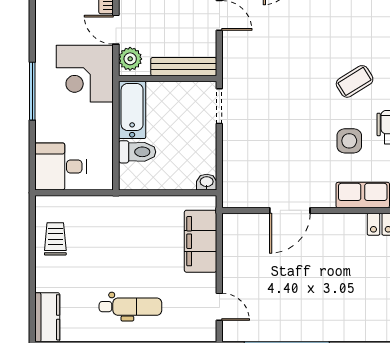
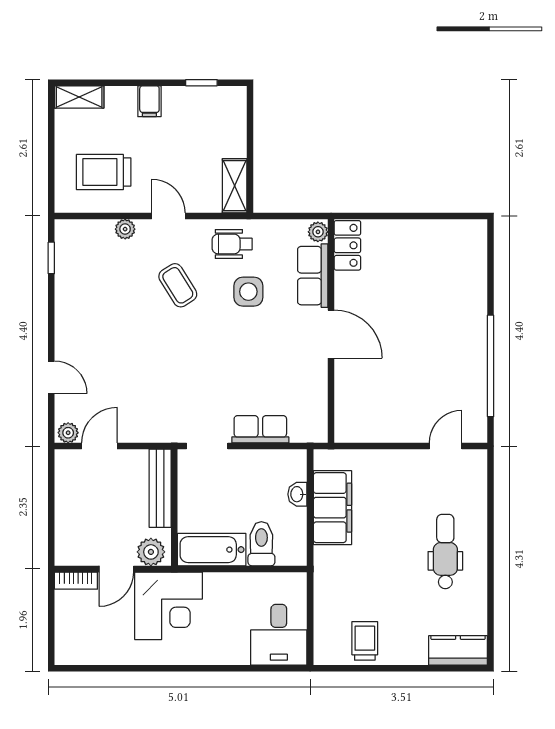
window: (32, 91) -> (189, 668), removed
row of seats: (233, 151) -> (260, 429), added
washbasin: (207, 182) -> (297, 494), moved
door: (290, 210) -> (331, 334), moved
trolley: (55, 239) -> (365, 641), turned 90
filing cabinet: (201, 241) -> (332, 508), moved, turned -90

